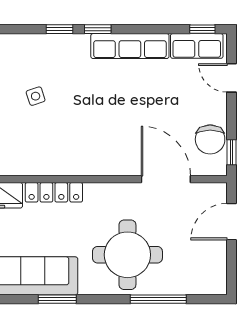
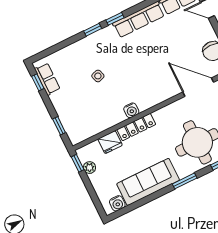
water cooler: (58, 166) -> (131, 110), added
window: (57, 299) -> (185, 181), moved

